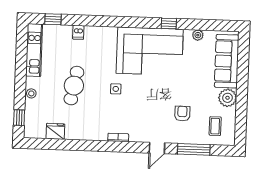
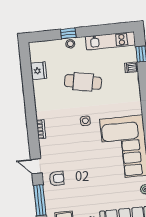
dishwasher: (78, 32) -> (131, 67), moved
armchair: (182, 114) -> (57, 178), moved
window: (19, 118) -> (68, 33), moved

